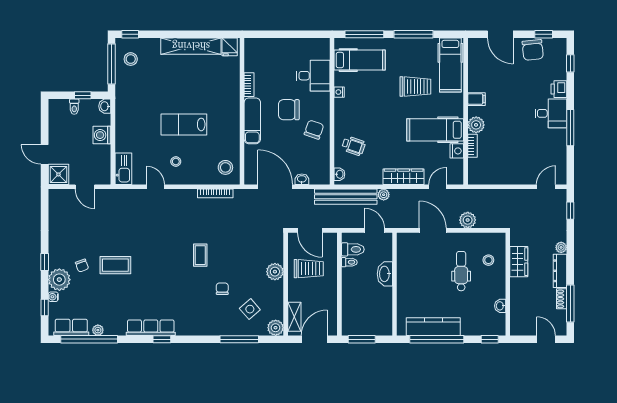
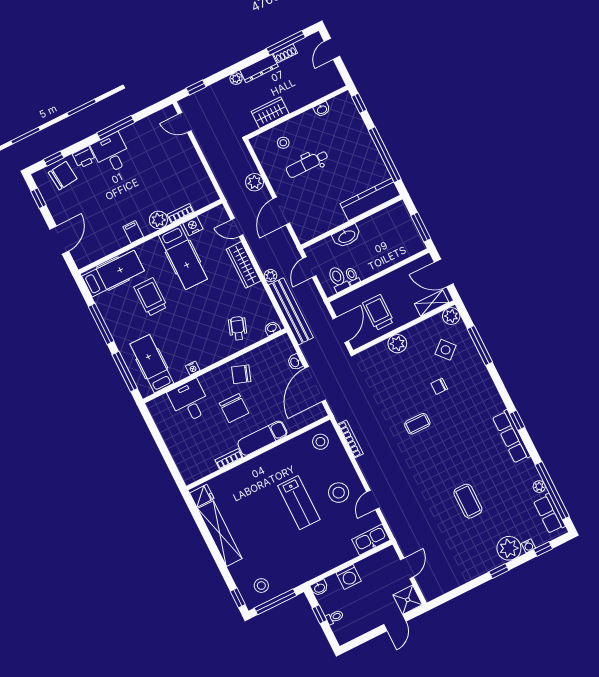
chair: (533, 50) -> (63, 176), moved
stool: (176, 162) -> (339, 493), width x1.89, depth x1.89
chair: (82, 266) -> (484, 533), removed
kitchen counter: (433, 327) -> (370, 199), moved, turned 90

